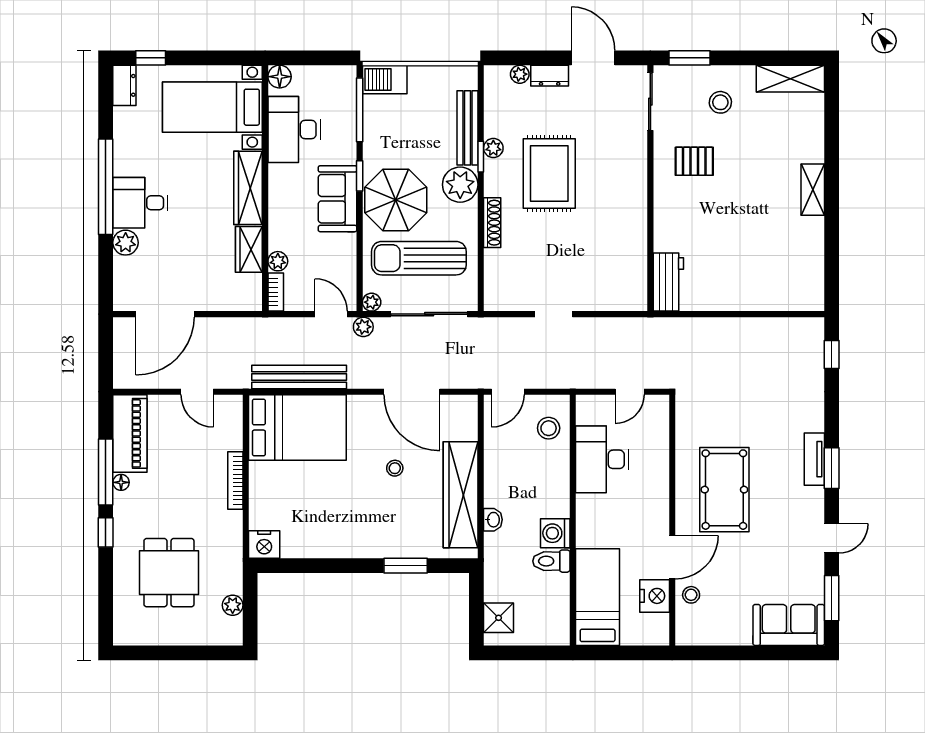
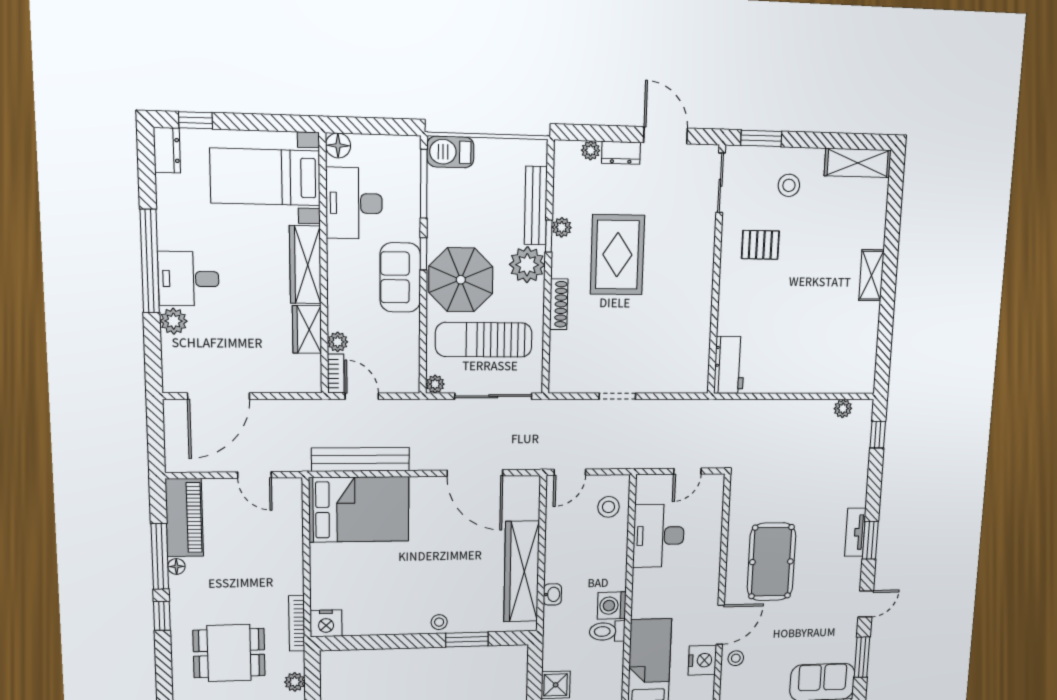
door: (331, 314) -> (362, 396), moved
plant: (363, 327) -> (843, 408), moved
stool: (395, 468) -> (439, 622), moved
bookcase: (235, 480) -> (297, 623), moved
dining table: (169, 573) -> (229, 653), turned 90

